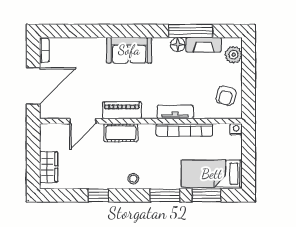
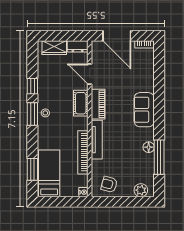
fireplace: (204, 45) -> (148, 167), removed
tv unit: (175, 112) -> (97, 140), width x1.41
dresser: (47, 137) -> (78, 46), added
window: (165, 195) -> (32, 114), moved

